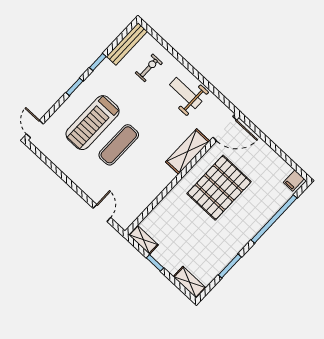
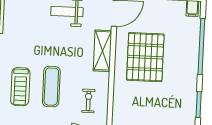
exercise bike: (149, 68) -> (88, 101), moved
treadmill: (93, 123) -> (20, 87), width x0.73, depth x0.73

